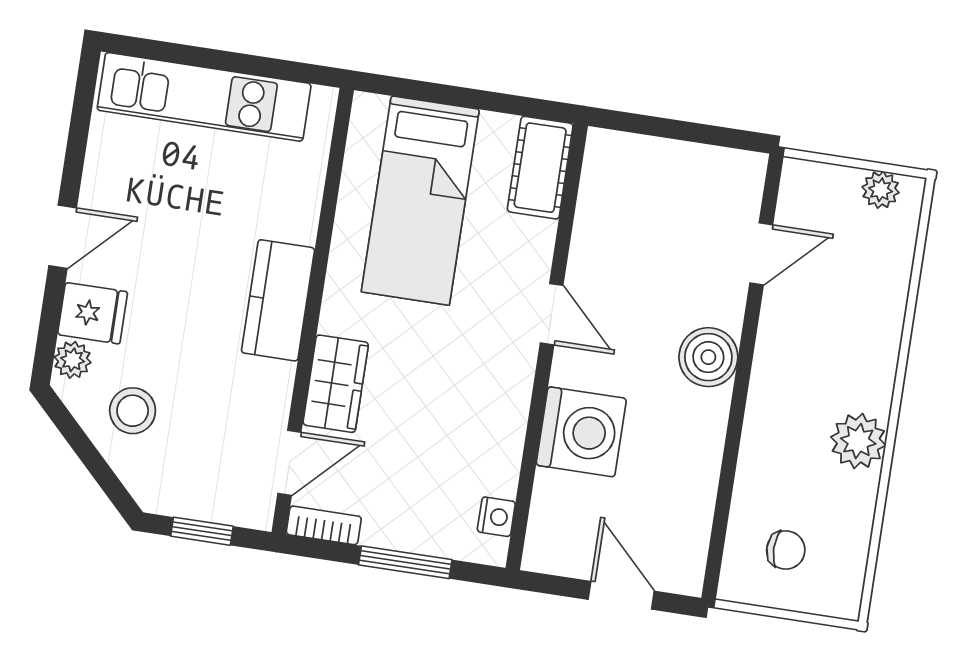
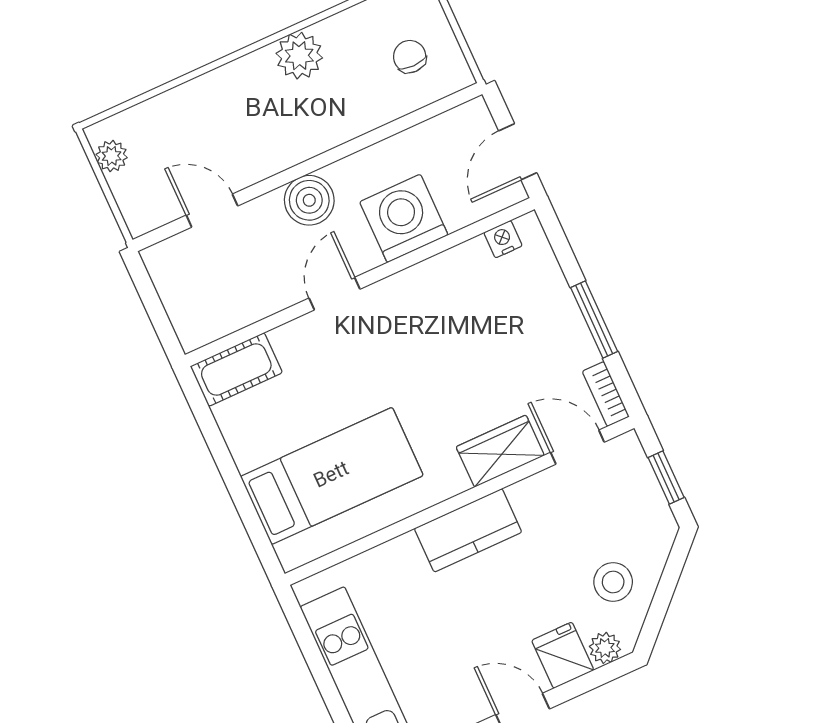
cot: (540, 168) -> (236, 369), moved
door: (552, 314) -> (334, 294), moved
wall: (547, 347) -> (360, 282), moved
washing machine: (581, 432) -> (404, 218), moved
nightstand: (496, 517) -> (503, 239), moved

